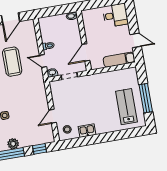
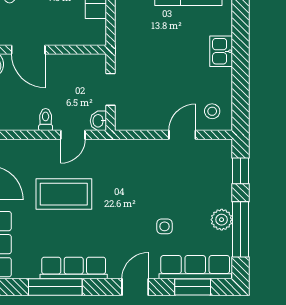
door: (86, 52) -> (28, 50), moved
door: (53, 116) -> (182, 135), swing flipped
kitchen sink: (87, 131) -> (221, 51), moved

